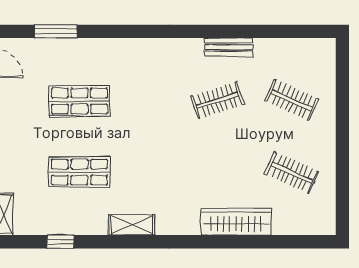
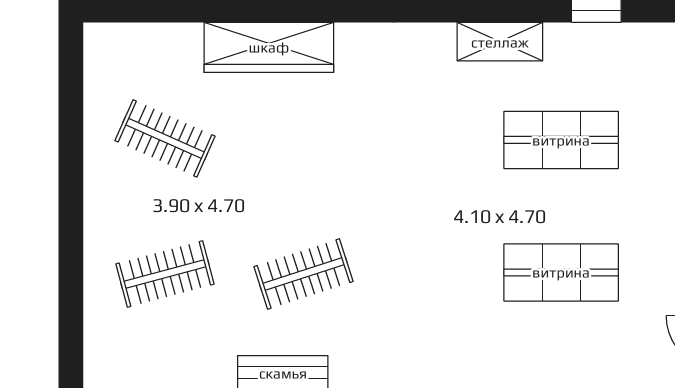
clothes rail: (292, 100) -> (165, 274), turned -39
shelving: (132, 225) -> (500, 42), moved

